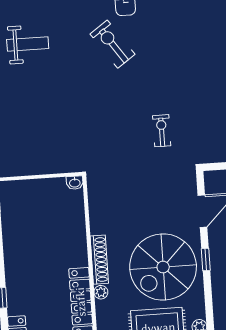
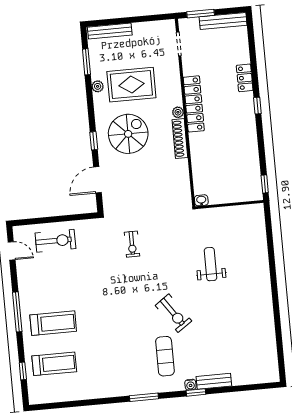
weight bench: (28, 44) -> (211, 264), moved, turned 90
spiral stairs: (163, 267) -> (128, 134), width x0.73, depth x0.73

